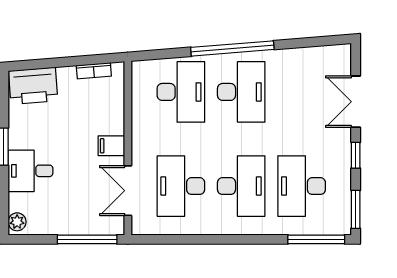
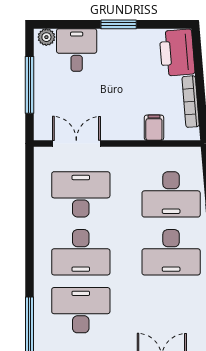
bookcase: (94, 71) -> (191, 102), width x1.56
filing cabinet: (111, 146) -> (154, 128), moved
desk: (30, 171) -> (77, 50), moved
window: (87, 239) -> (30, 85), moved

